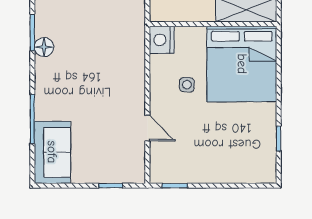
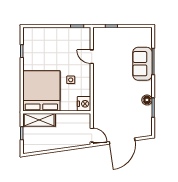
sofa: (52, 152) -> (142, 64), moved

